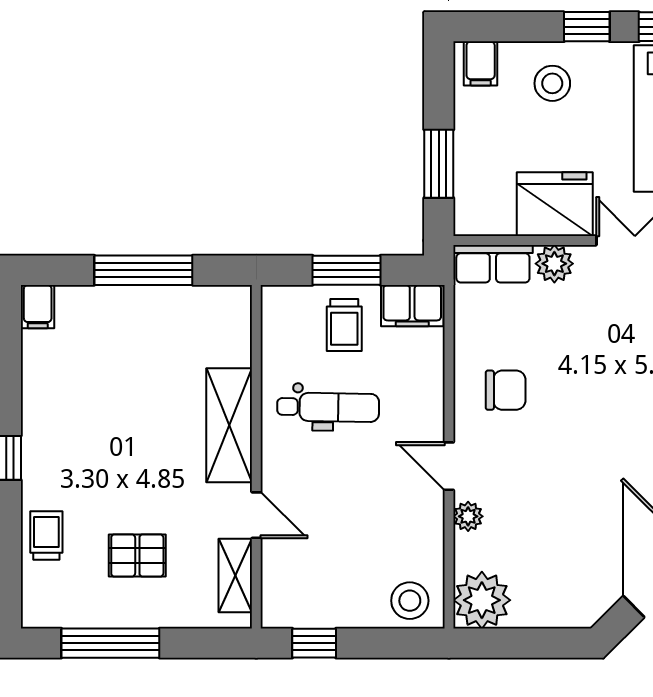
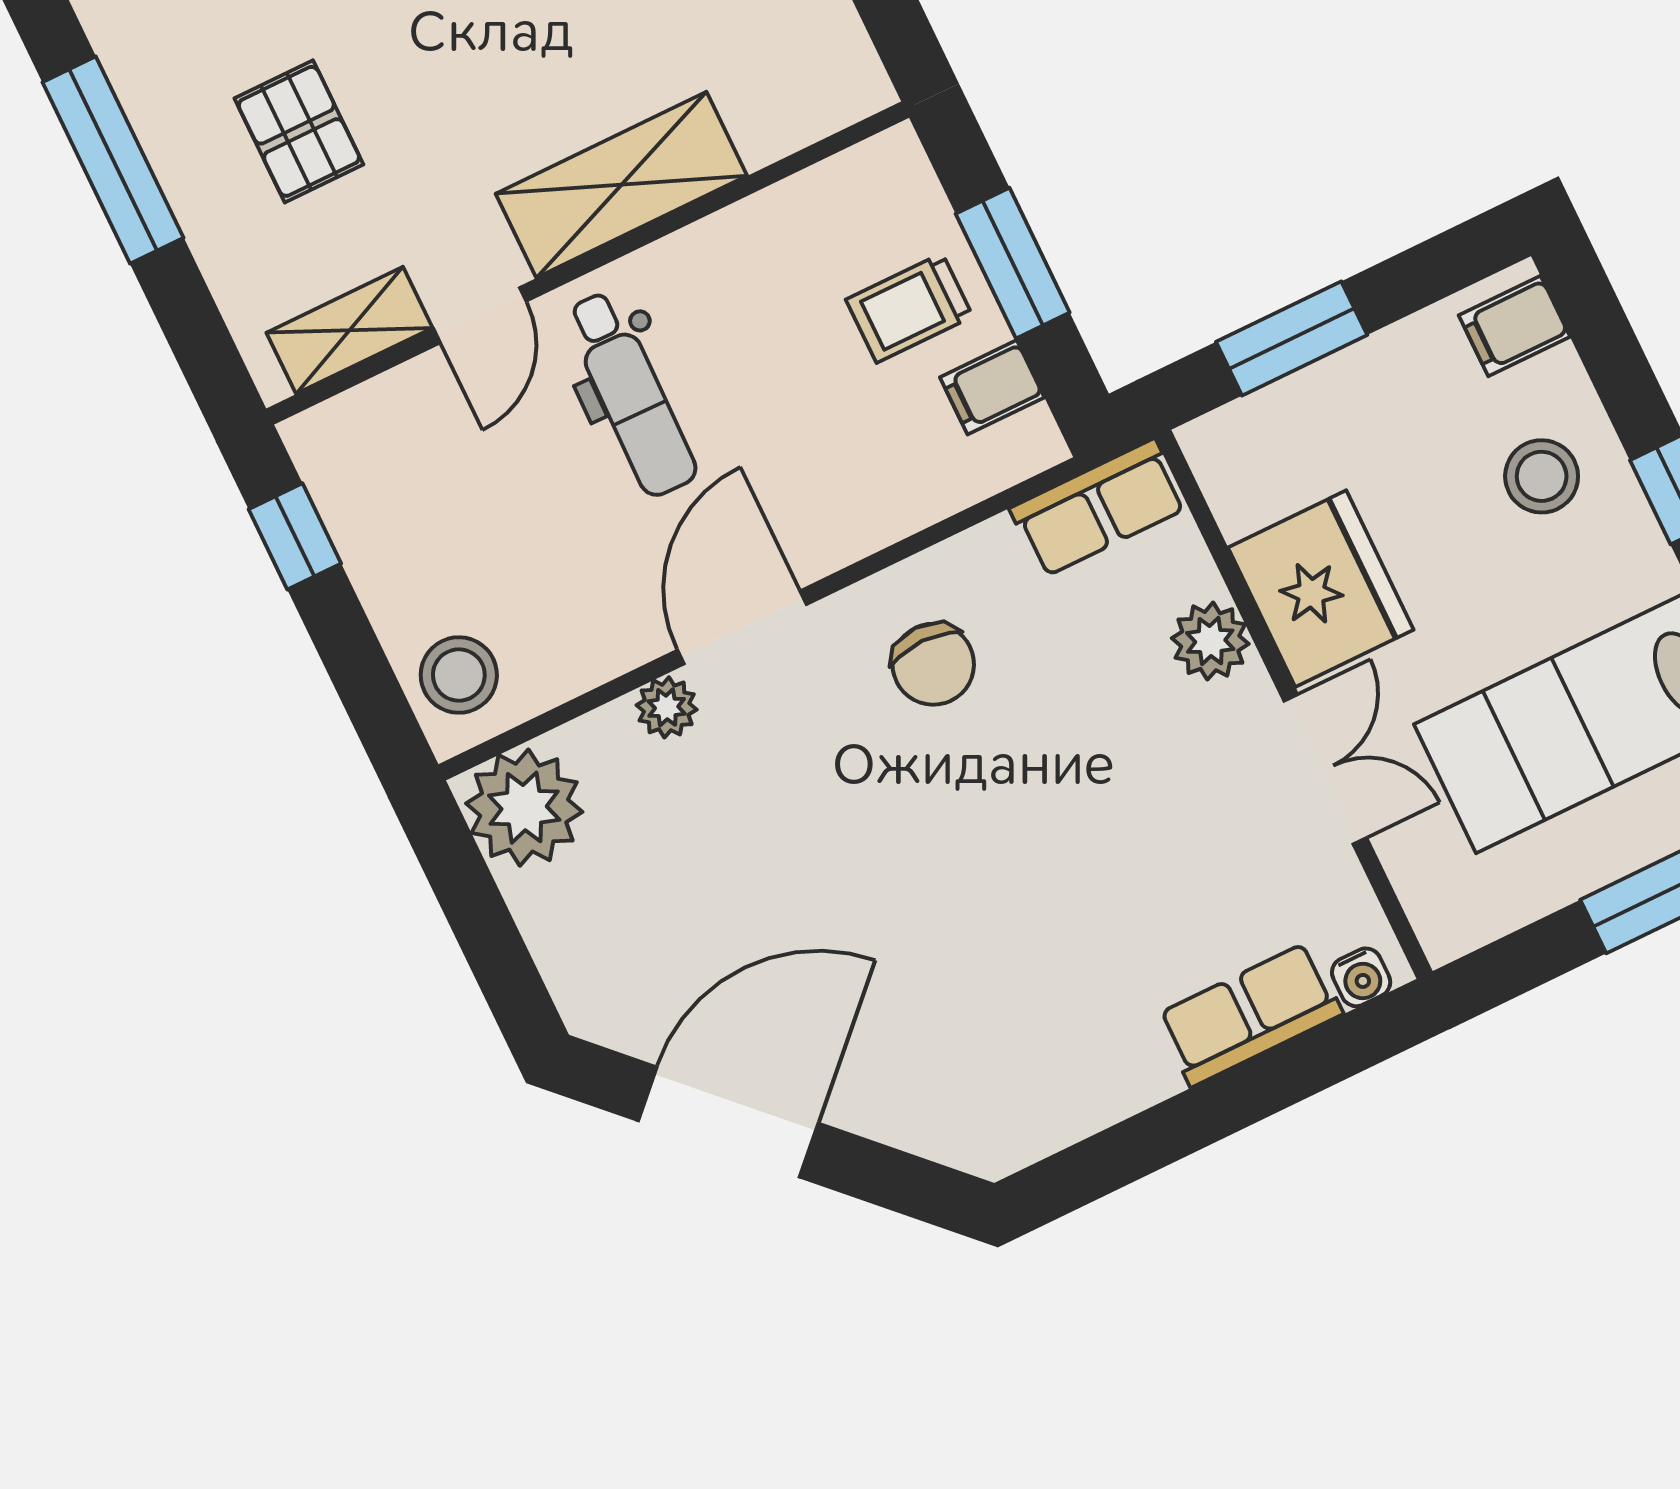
row of seats: (493, 264) -> (1099, 508), moved, turned -90
filing cabinet: (412, 306) -> (992, 387), width x0.50
dental chair: (328, 407) -> (631, 394), moved
door: (449, 466) -> (742, 627), width x1.38

